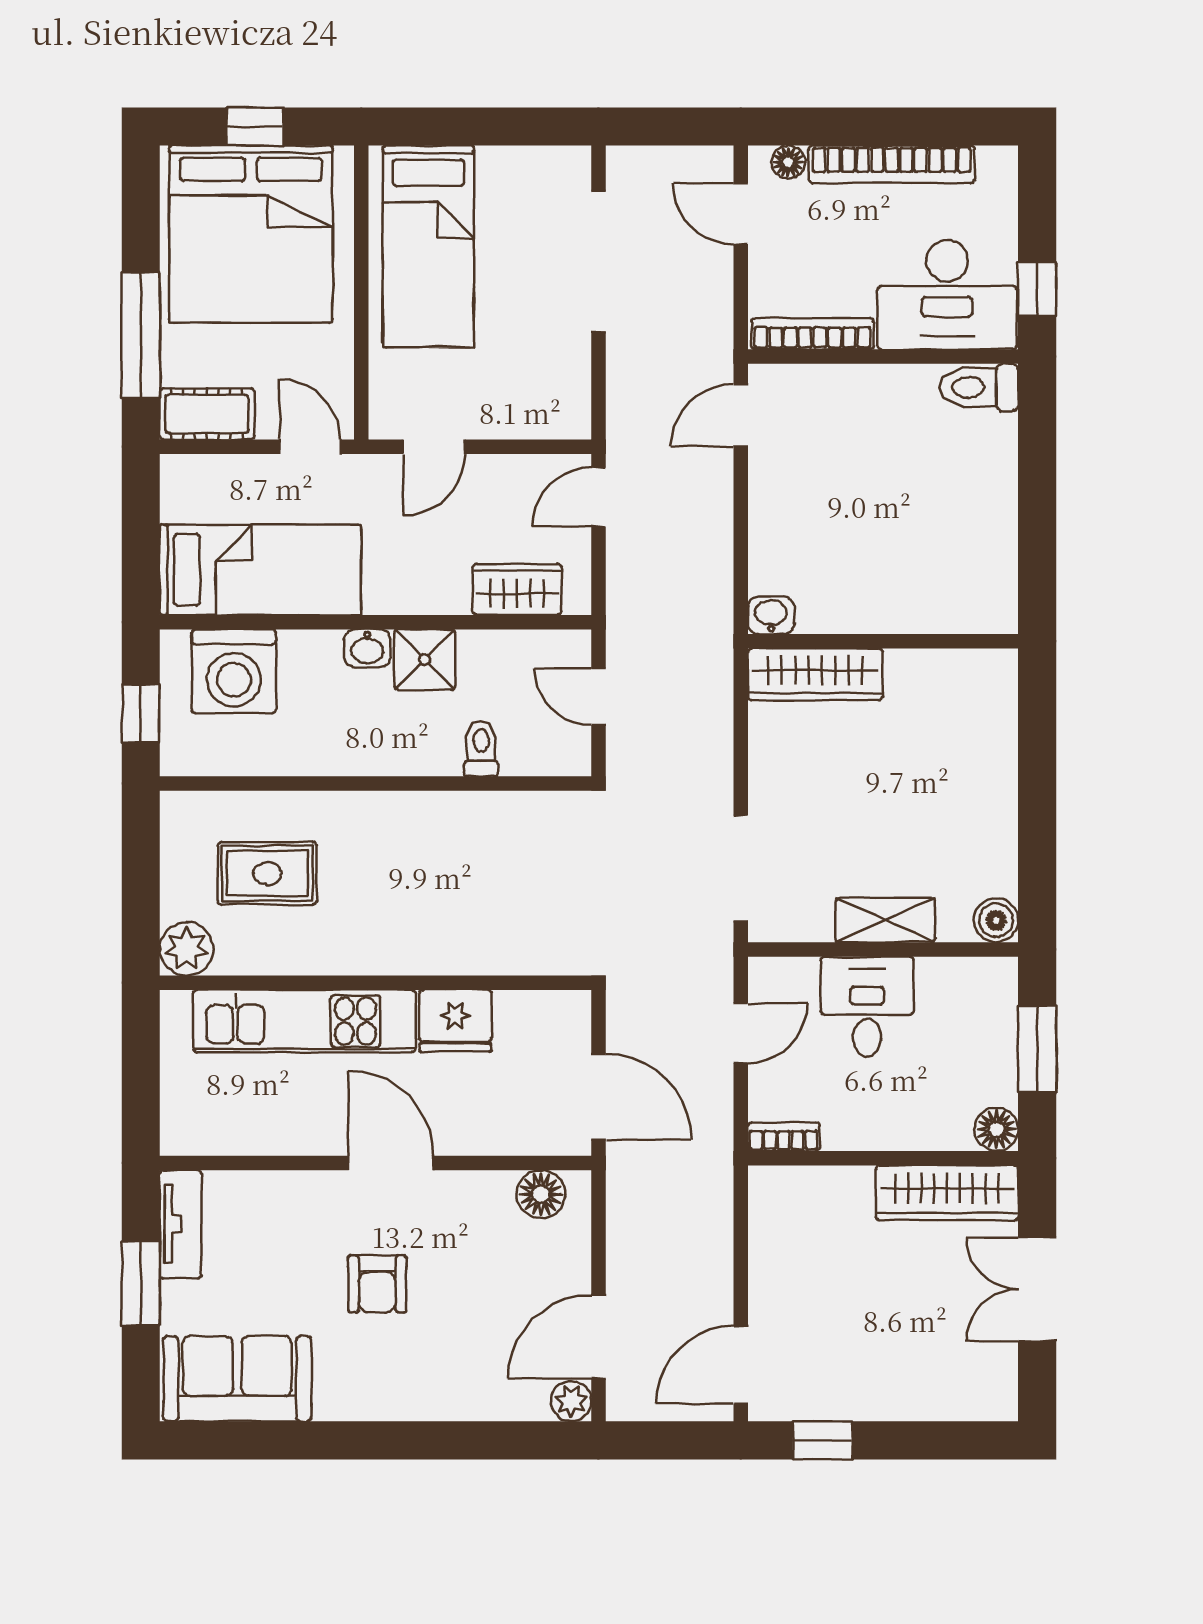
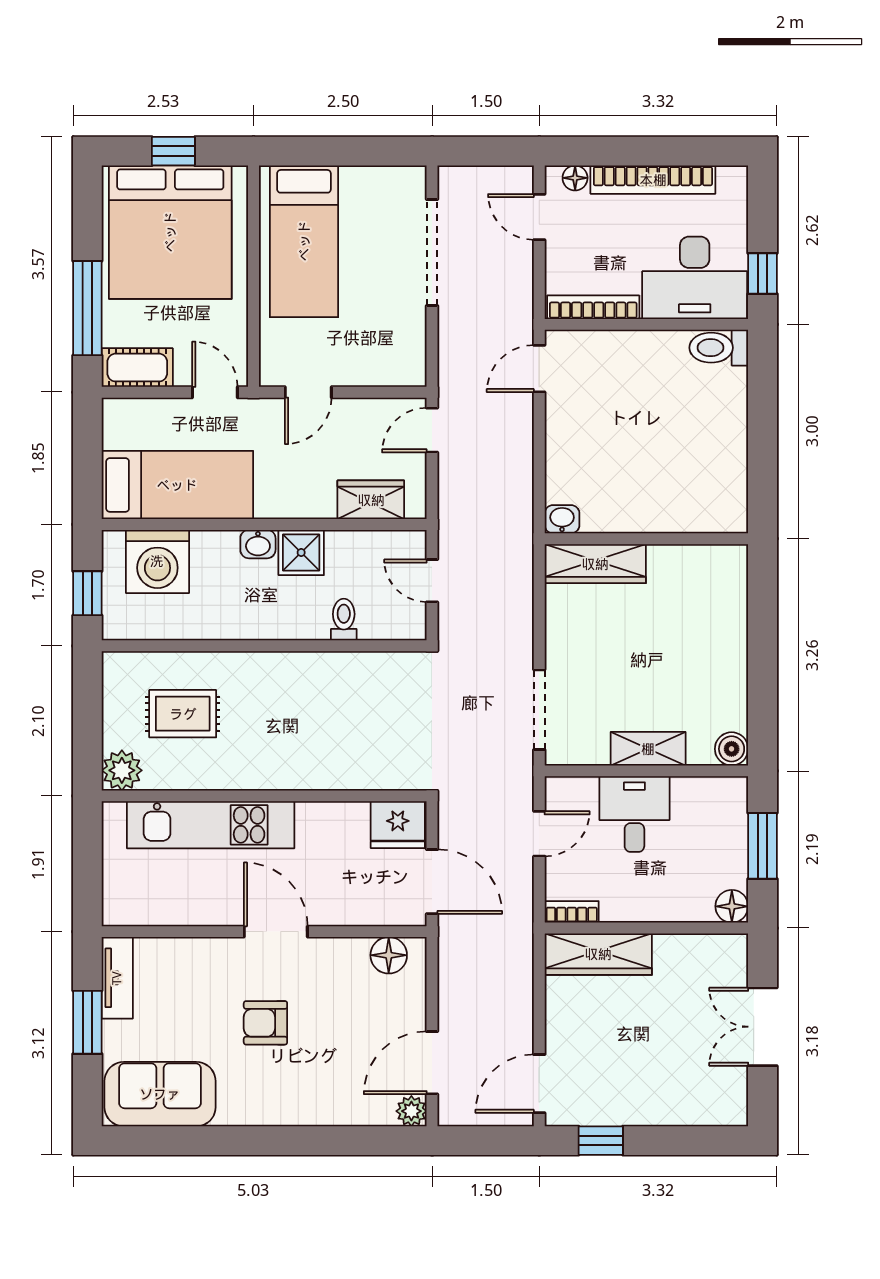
fridge: (455, 1021) -> (398, 825), moved
wardrobe: (947, 1193) -> (598, 954), moved
armchair: (377, 1284) -> (265, 1023), turned 90

